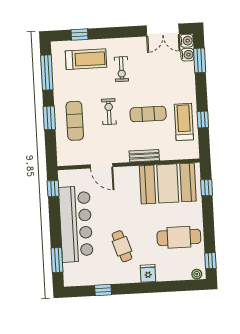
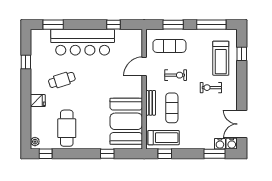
bench: (144, 156) -> (151, 103), moved
wall: (129, 164) -> (144, 89), moved
door: (102, 166) -> (144, 66), moved
booth: (168, 183) -> (126, 121), moved

